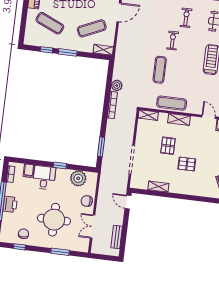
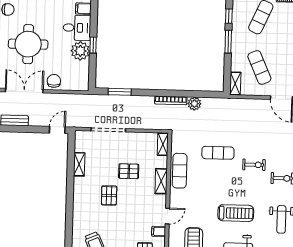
plant: (78, 178) -> (80, 51), moved
double door: (93, 227) -> (24, 91), width x1.37

